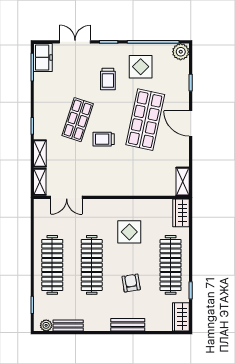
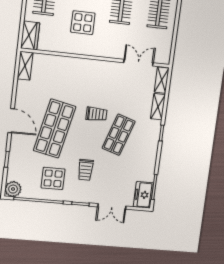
trolley: (108, 79) -> (85, 170), turned 180

